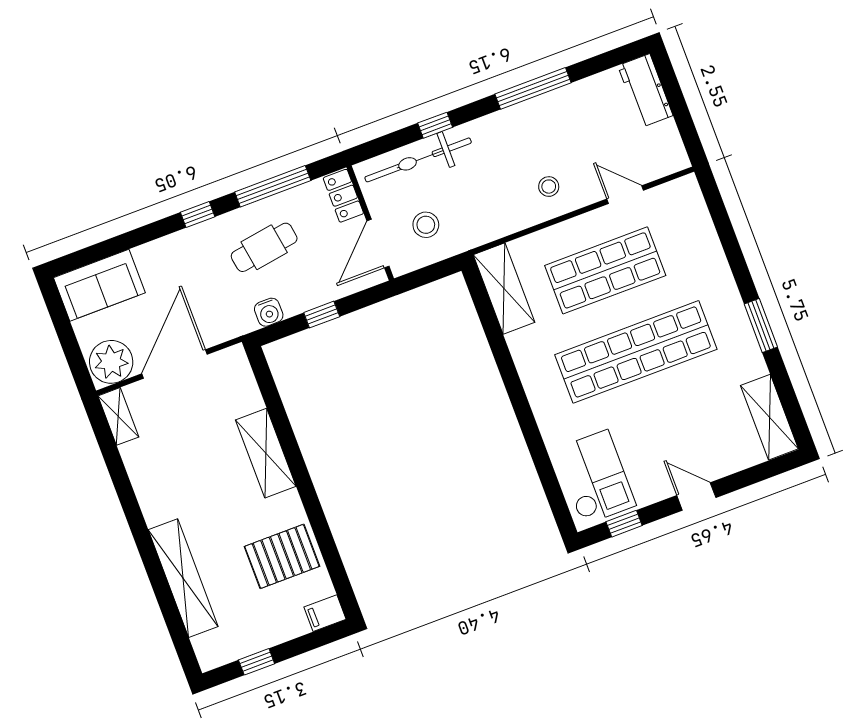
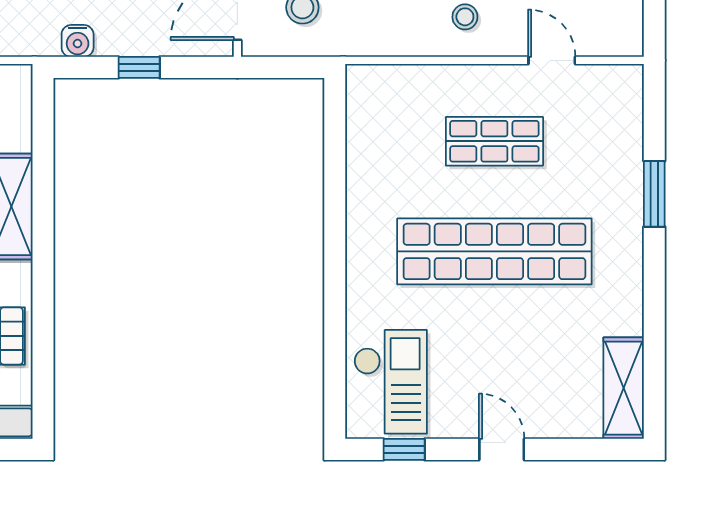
shop shelf: (605, 270) -> (494, 141), width x0.70, depth x0.74
shelving: (504, 288) -> (367, 118), removed
window: (761, 326) -> (654, 194), moved

